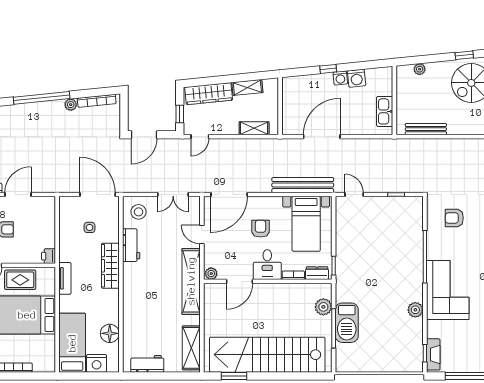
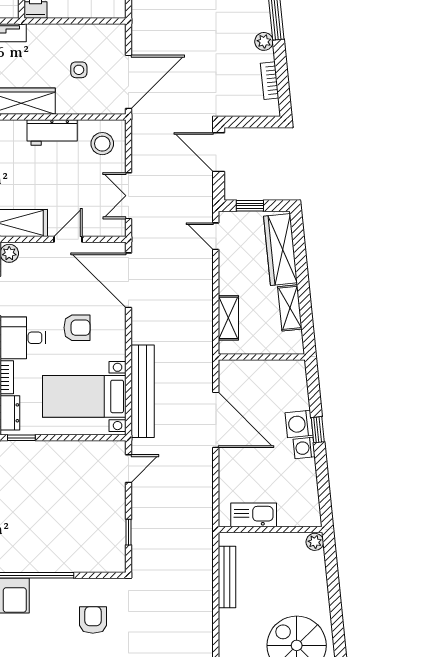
window: (464, 55) -> (338, 635), removed
plant: (420, 69) -> (315, 542), moved
washing machine: (357, 78) -> (299, 424), moved
bookcase: (97, 101) -> (270, 81), width x0.64

